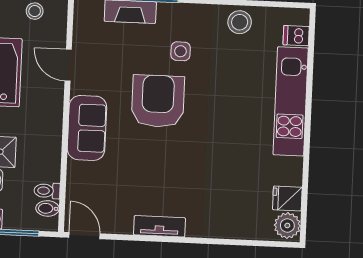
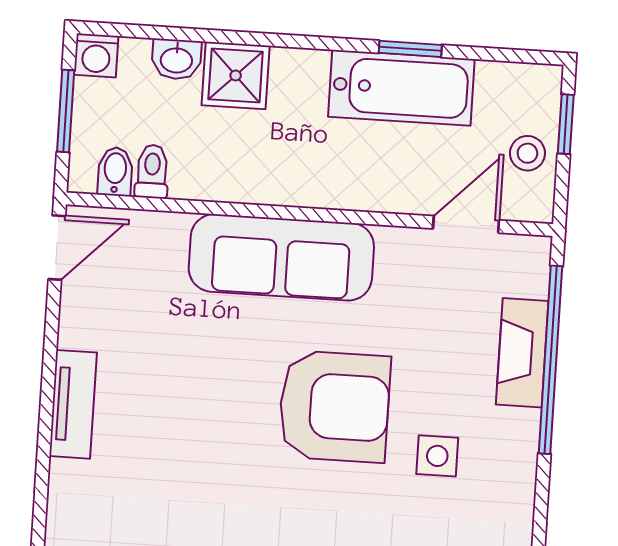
door: (68, 65) -> (466, 224), moved
sofa: (87, 128) -> (281, 257), width x1.36

